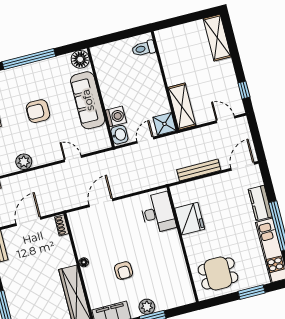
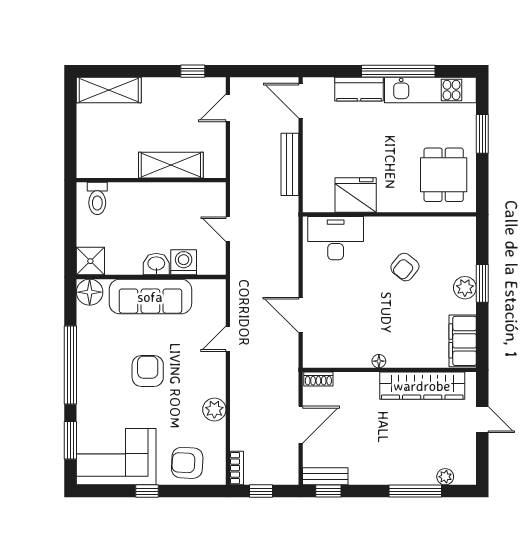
shelving: (182, 106) -> (171, 165), moved
armchair: (38, 111) -> (148, 371), turned 180
shower: (165, 124) -> (90, 261), moved
washbasin: (119, 135) -> (156, 264), moved
door: (28, 221) -> (301, 425), swing flipped
armchair: (124, 271) -> (405, 267), moved, turned 131

